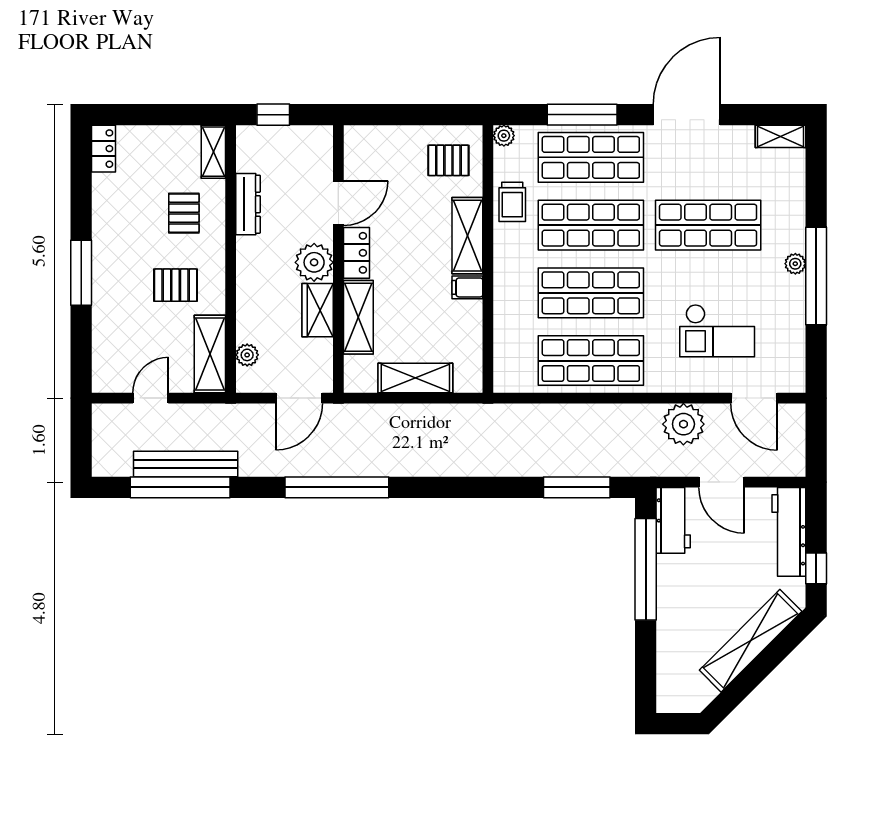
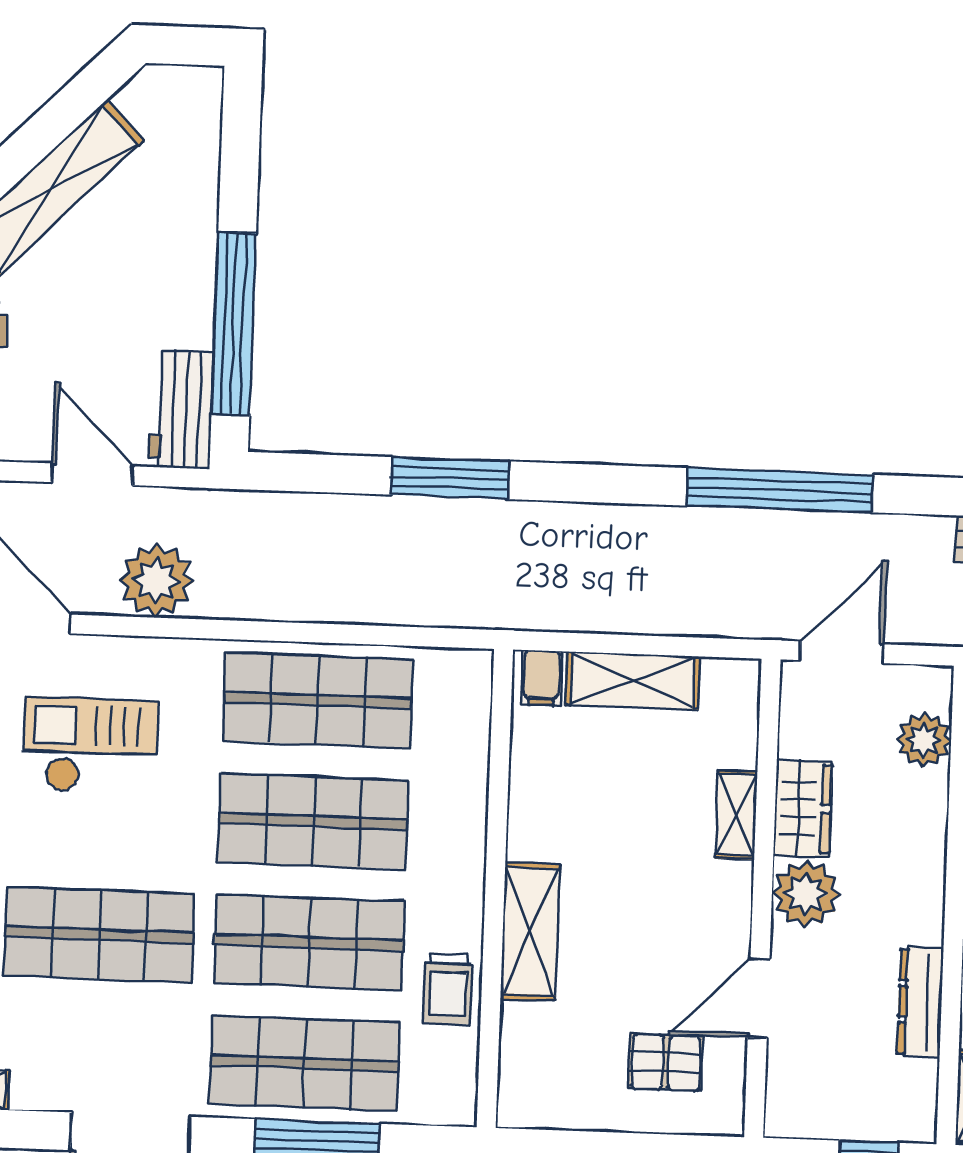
plant: (504, 136) -> (459, 1108), removed
pallet: (448, 160) -> (666, 1062), moved
trolley: (512, 202) -> (448, 989), turned 180
locker: (356, 253) -> (729, 908), removed
filing cabinet: (467, 287) -> (542, 678), moved, turned 90
shelving: (358, 317) -> (736, 815), width x0.67, depth x0.75
plant: (247, 355) -> (924, 740), width x1.38, depth x1.38
window: (577, 487) -> (450, 478), moved

